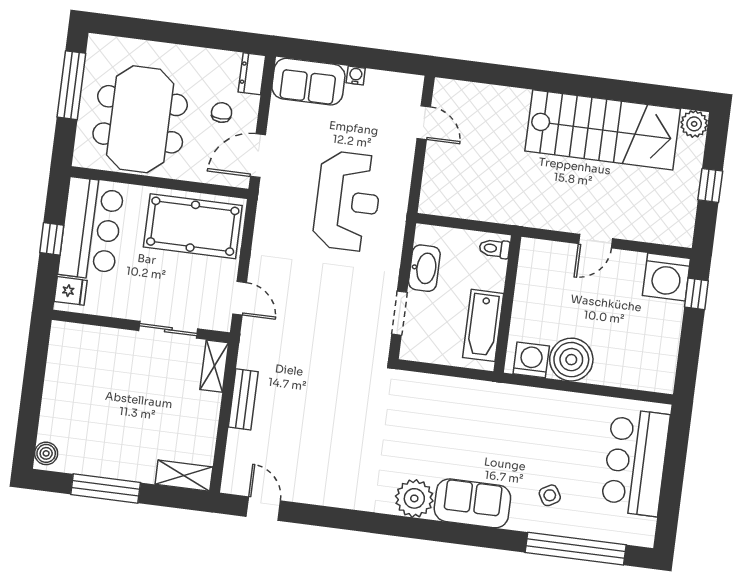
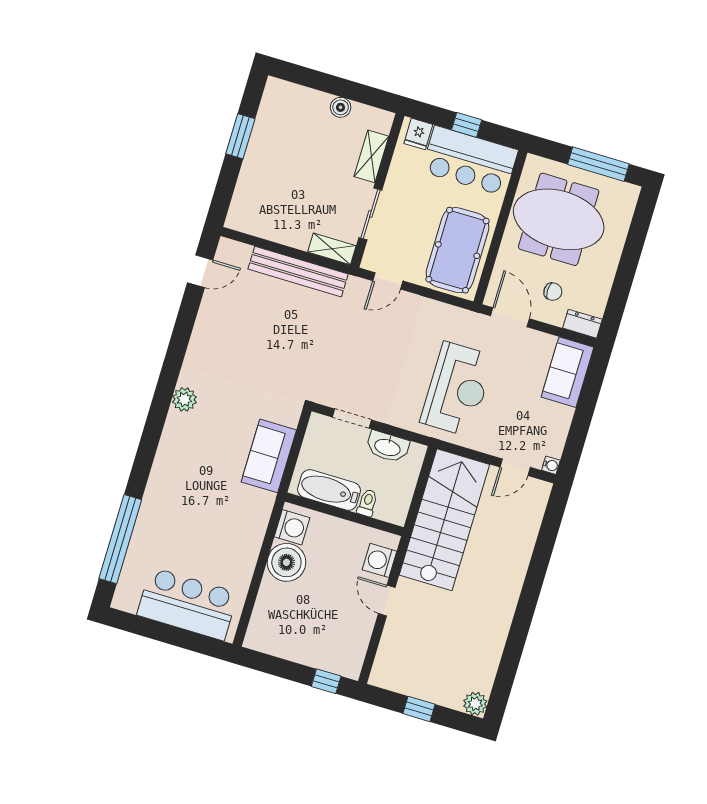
water cooler: (356, 75) -> (551, 465), moved
stairs: (603, 130) -> (444, 520), moved, turned 180
reception desk: (347, 201) -> (457, 389), turned -90
toilet: (494, 249) -> (367, 503), moved
washing machine: (666, 277) -> (379, 560), moved, width x0.73, depth x0.73
bench: (243, 399) -> (298, 272), width x1.86, depth x1.21
boiler: (46, 453) -> (341, 107), moved
shelving: (184, 476) -> (371, 156), moved
window: (106, 488) -> (240, 136), width x0.69
side table: (550, 495) -> (171, 524), removed
plant: (414, 498) -> (184, 399), width x0.73, depth x0.73
sofa: (472, 503) -> (269, 456), moved, turned 180

